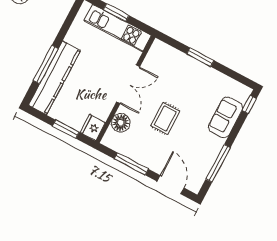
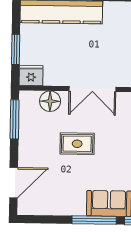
window: (218, 163) -> (94, 220), moved
window: (131, 164) -> (15, 119), moved

